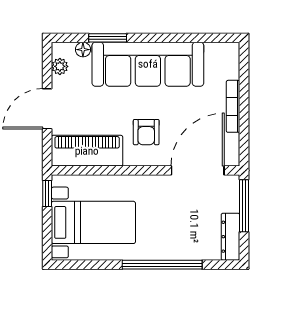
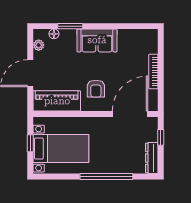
sofa: (148, 64) -> (97, 40), width x0.54, depth x0.79
window: (47, 193) -> (30, 143), moved
window: (244, 206) -> (161, 137), width x0.46

